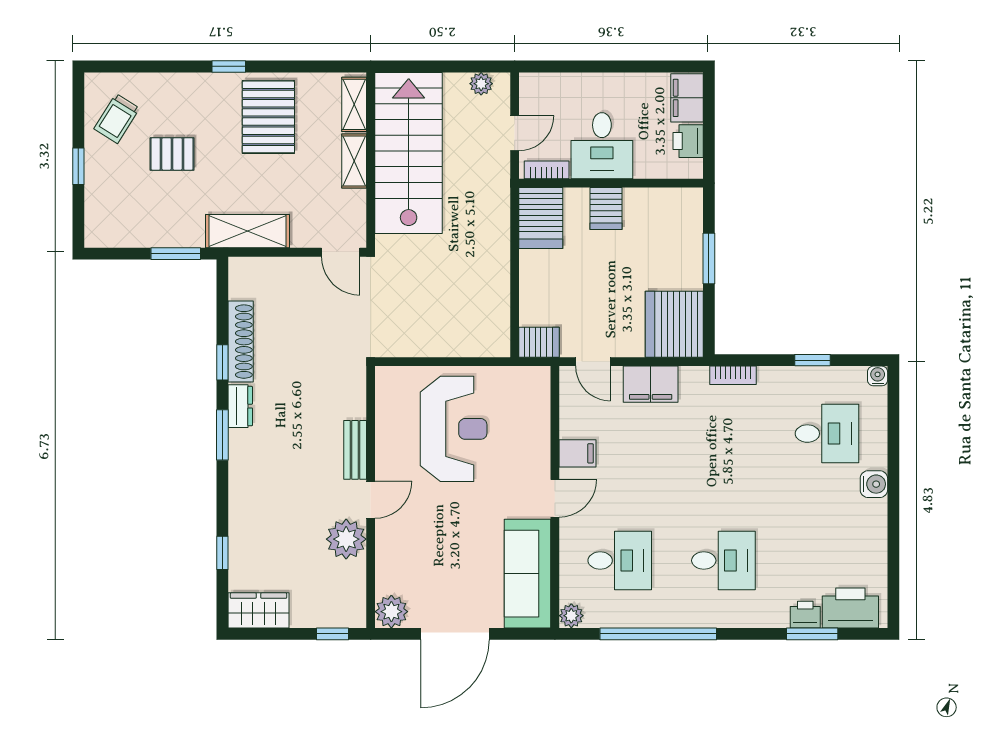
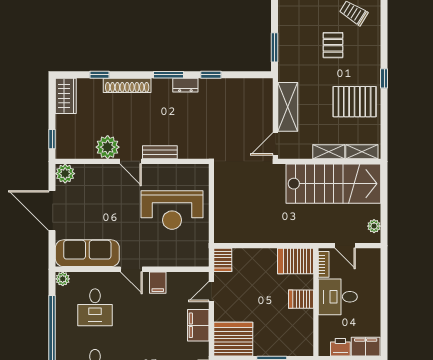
shelving: (247, 231) -> (288, 107), moved
shoe rack: (241, 342) -> (127, 85), moved

